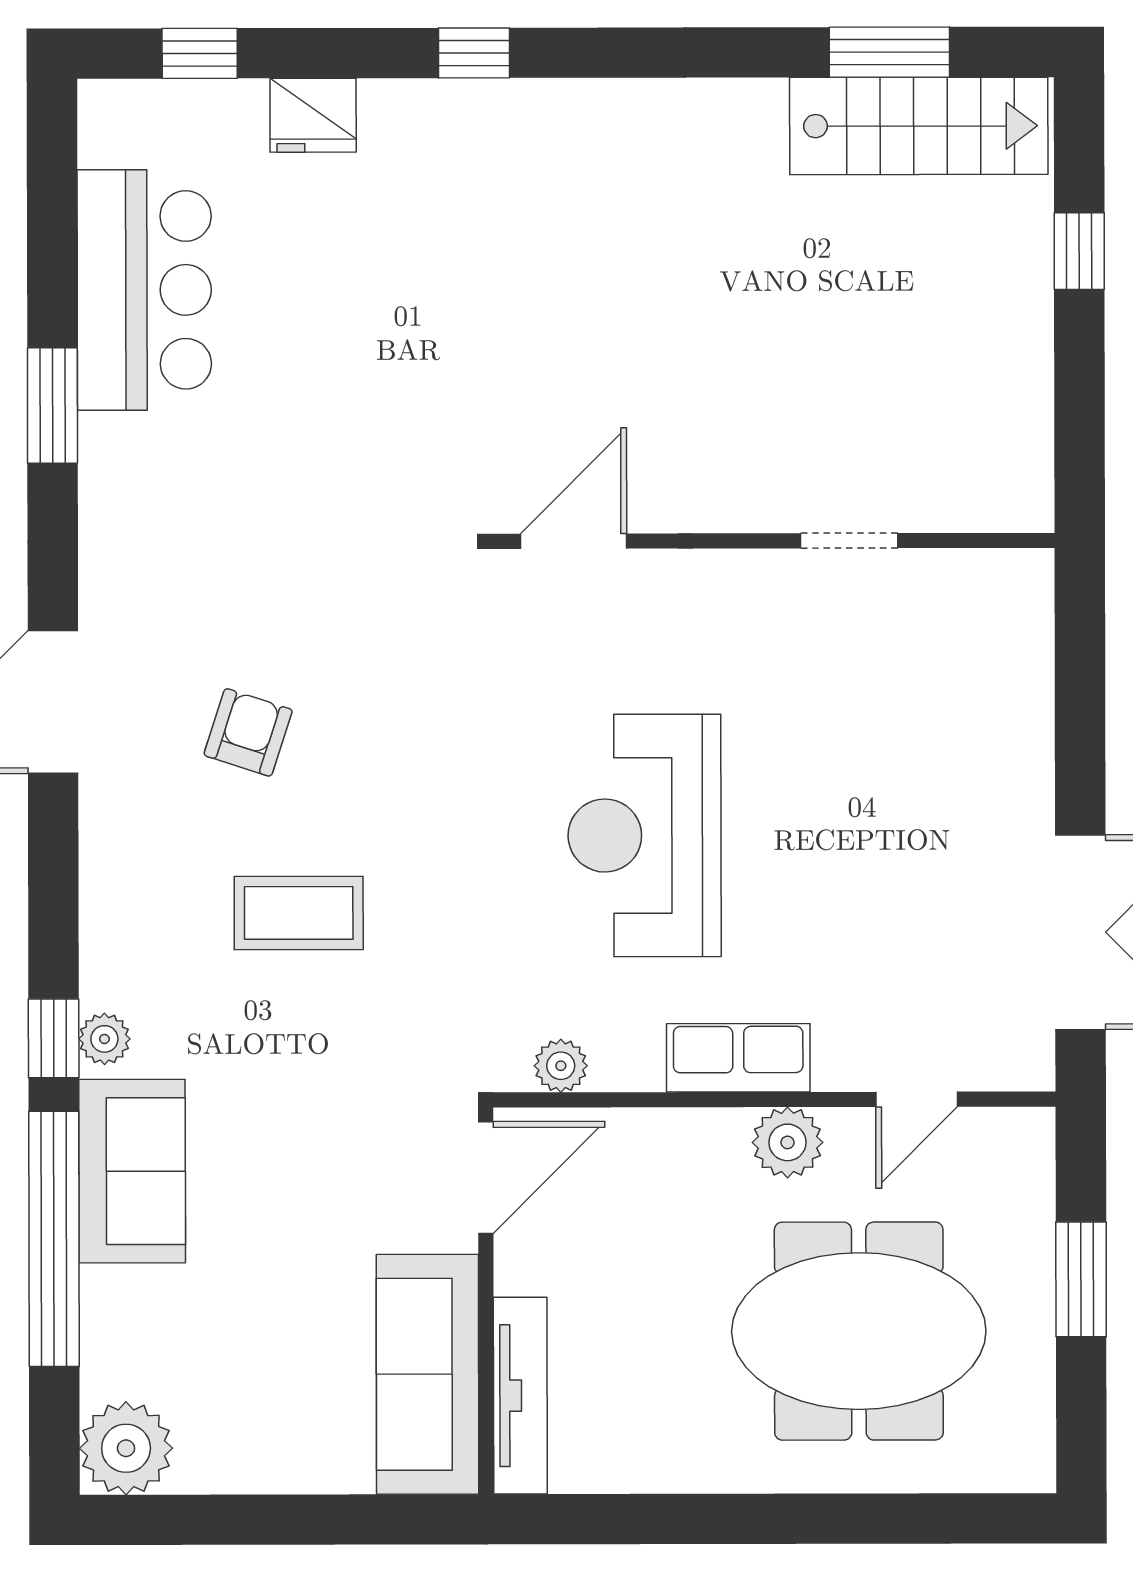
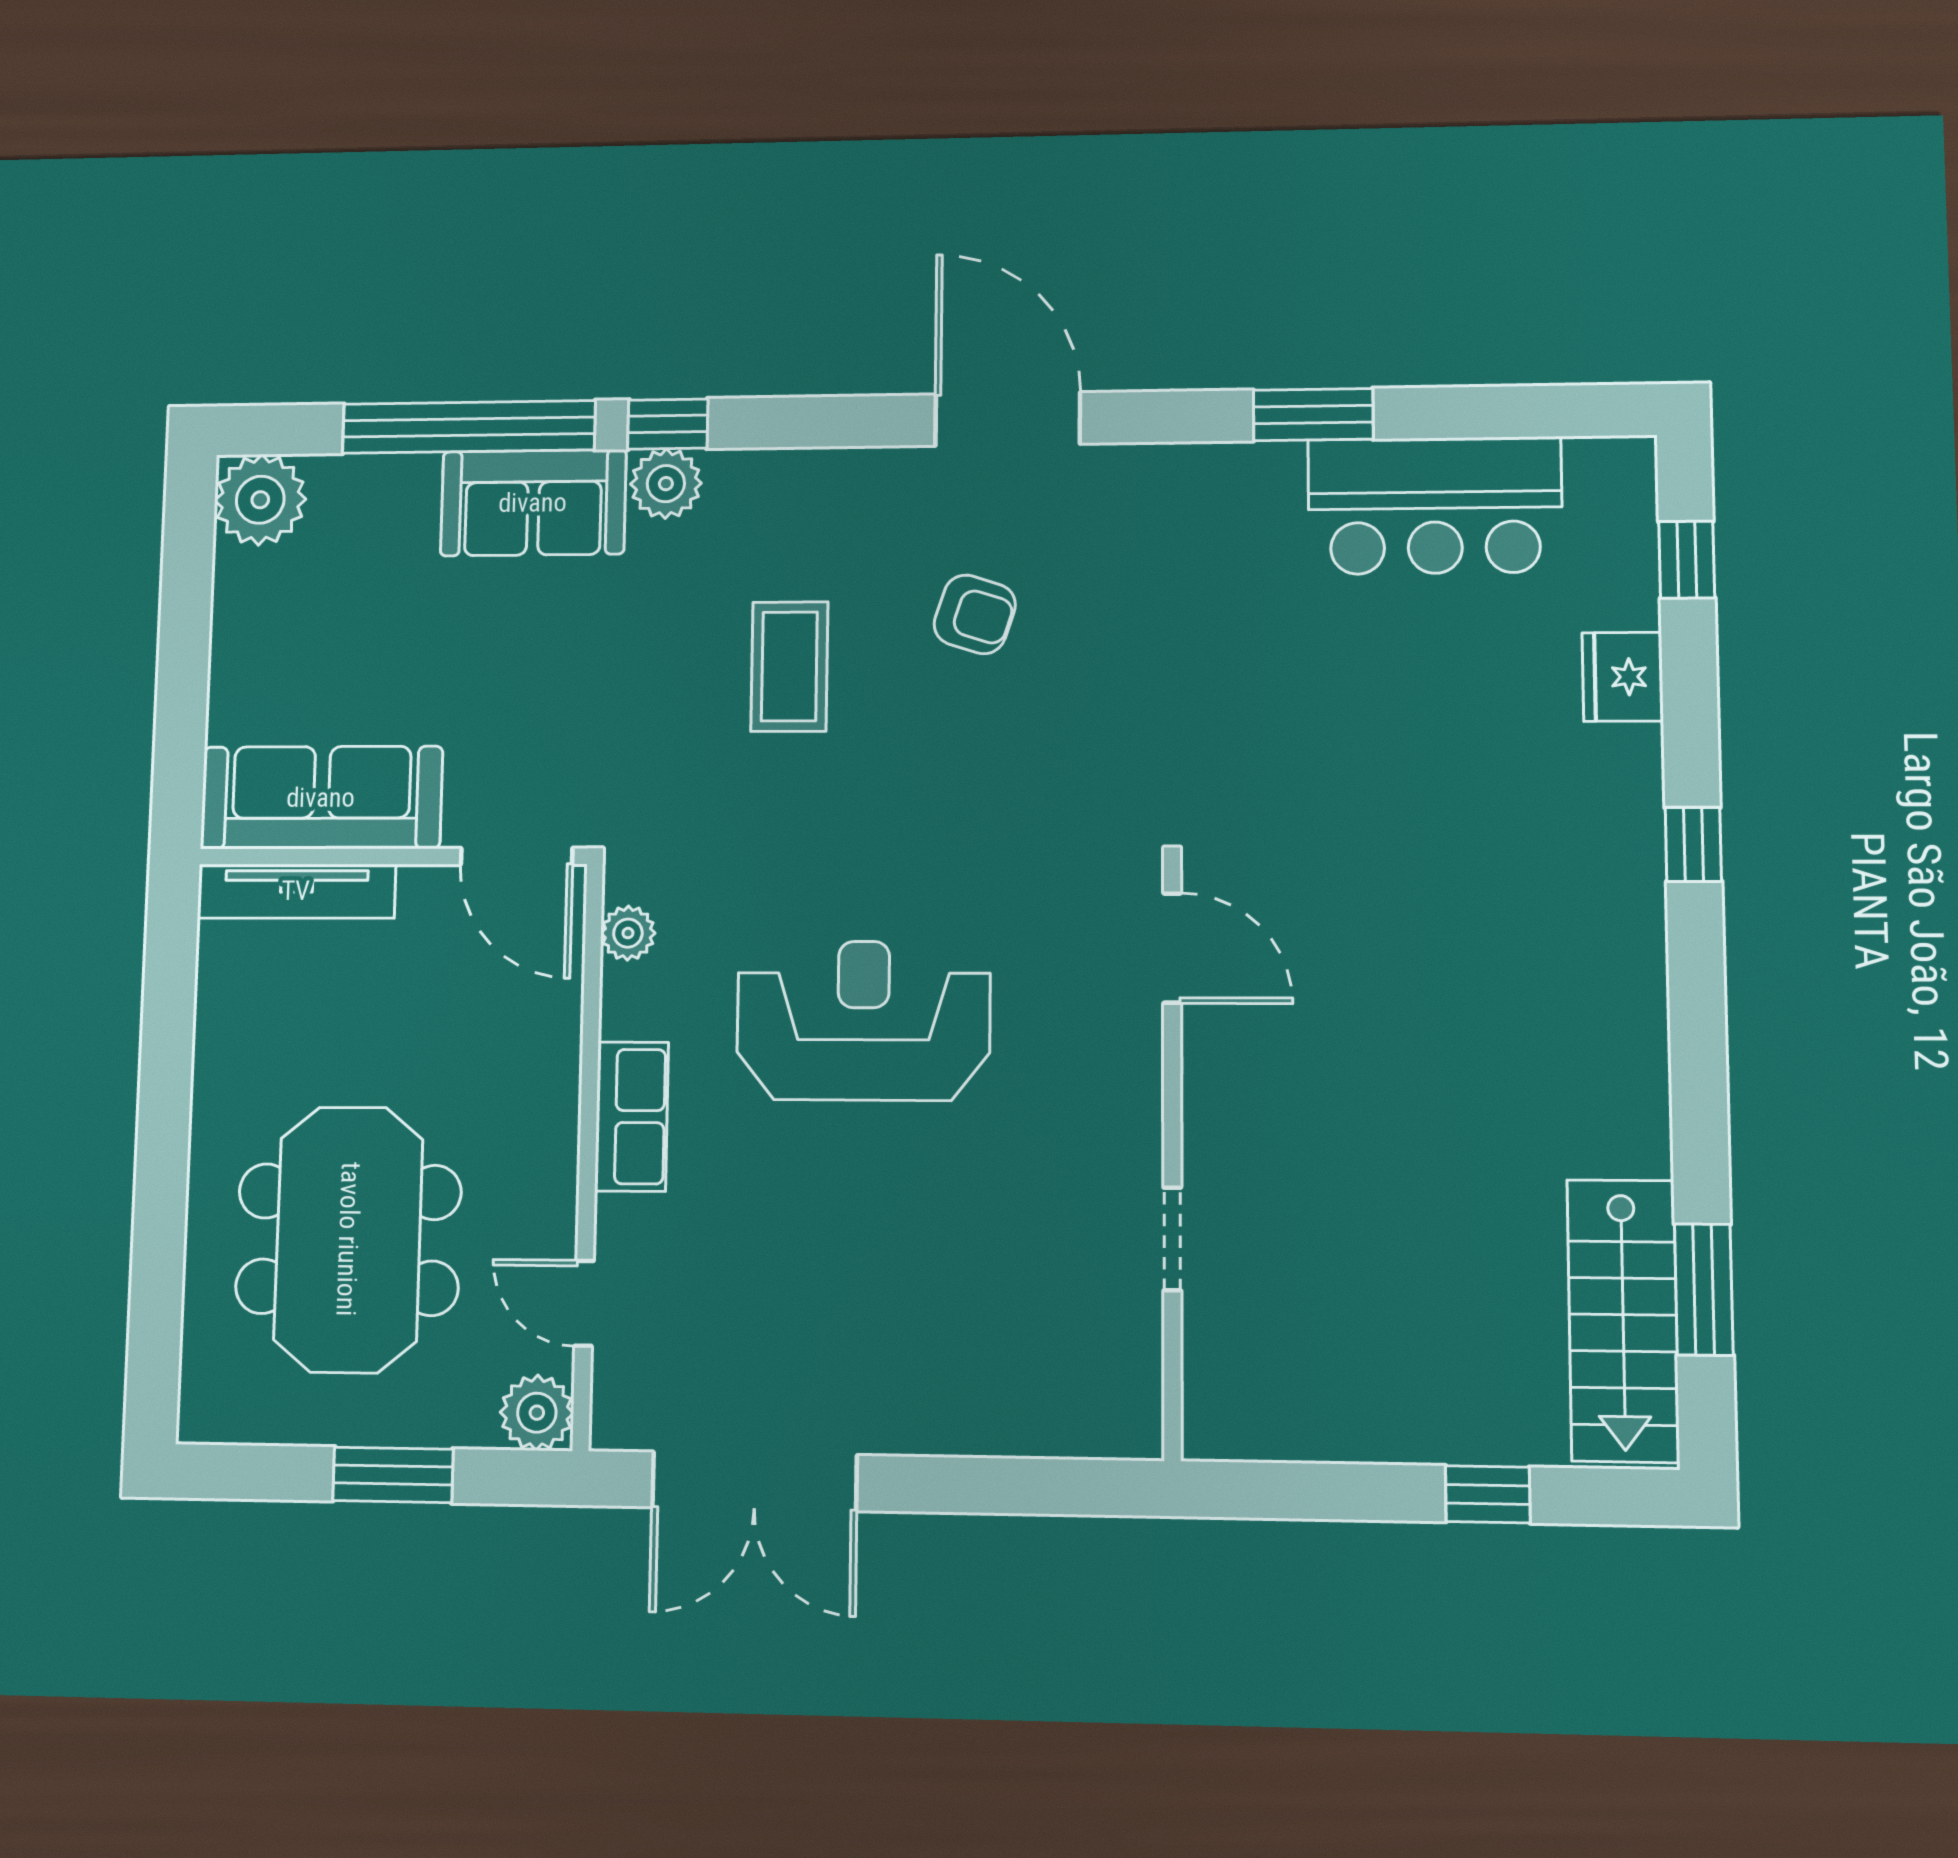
plant: (104, 1039) -> (666, 484), width x1.38, depth x1.38
plant: (788, 1142) -> (537, 1413), moved

